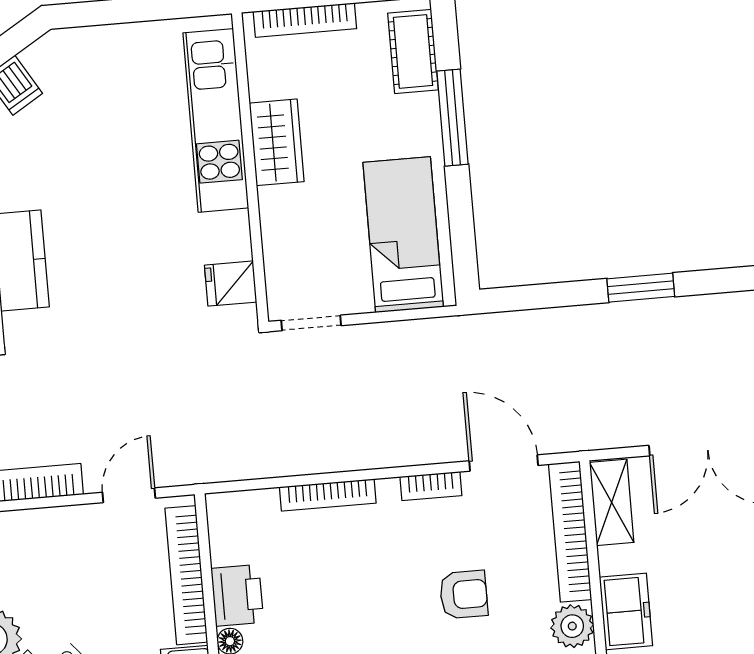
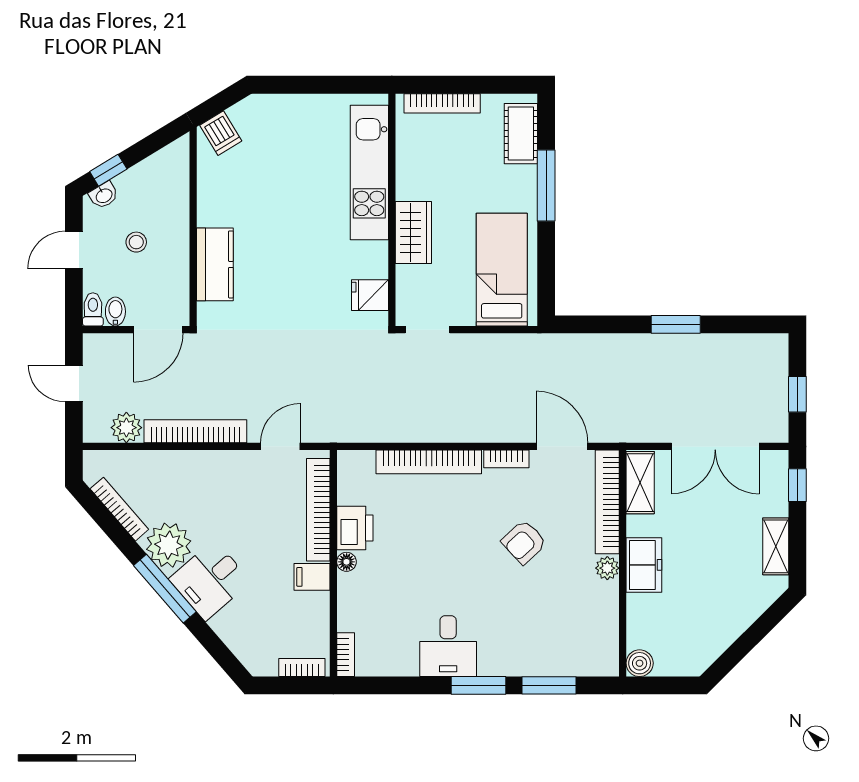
wardrobe: (277, 142) -> (413, 232), moved
bookcase: (328, 495) -> (429, 462), width x1.48, depth x1.31
armchair: (464, 595) -> (524, 542), turned 137
plant: (572, 626) -> (607, 568), width x0.73, depth x0.73

